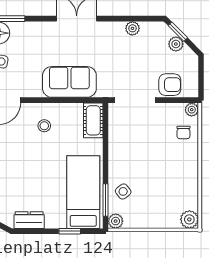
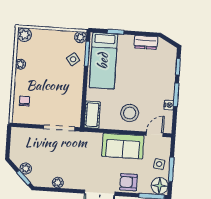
sofa: (69, 82) -> (123, 146), moved
armchair: (170, 85) -> (129, 182), moved
plant: (192, 110) -> (21, 64), moved
stool: (44, 126) -> (130, 113), width x1.89, depth x1.89

